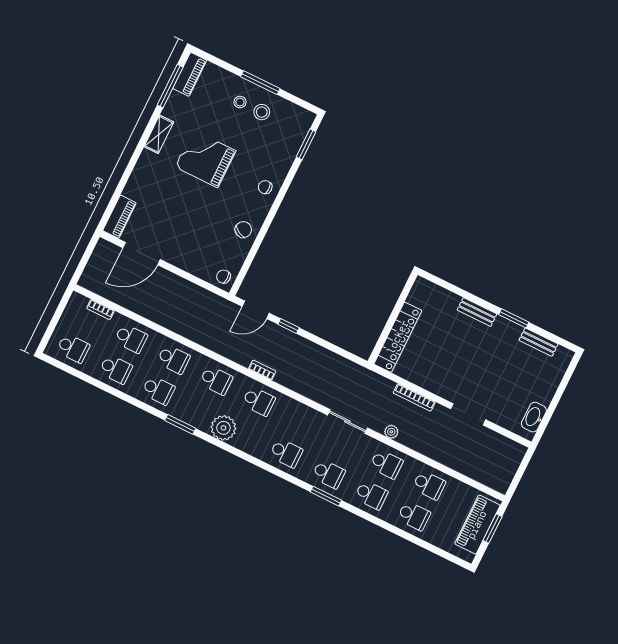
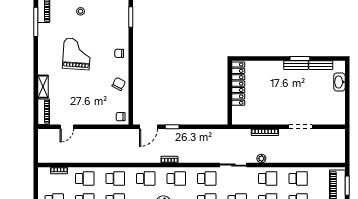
stool: (262, 112) -> (96, 11), removed
shelving: (159, 134) -> (43, 87), moved
grand piano: (205, 159) -> (77, 54), turned 94
door: (142, 254) -> (67, 127), width x0.53
bench: (477, 312) -> (296, 65), moved
locker: (398, 337) -> (238, 84), moved
washbasin: (534, 417) -> (339, 82), moved
school desk: (301, 422) -> (207, 179), added

